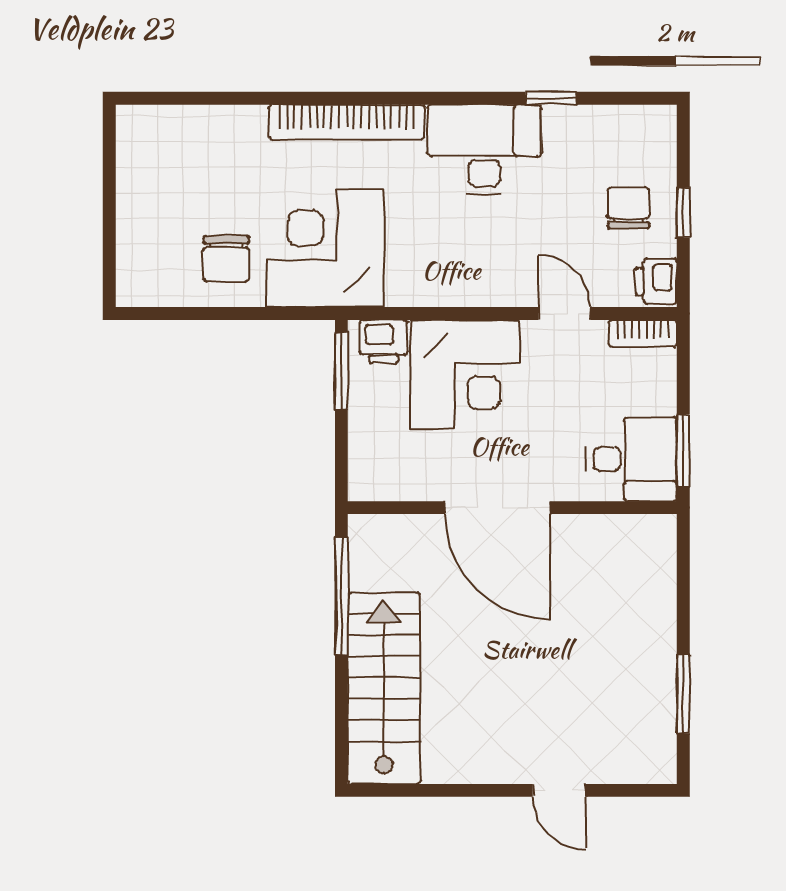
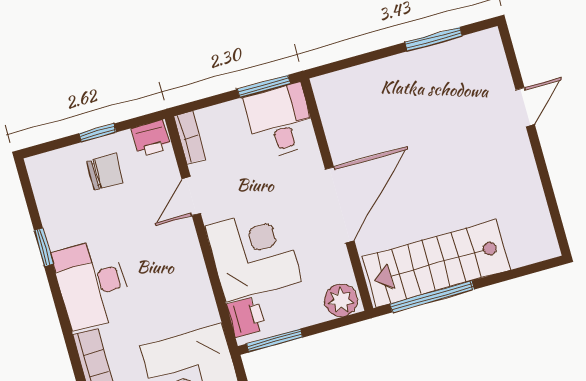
chair: (628, 208) -> (105, 172), turned 180
plant: (370, 474) -> (341, 300), added
stairs: (384, 688) -> (436, 263), moved

